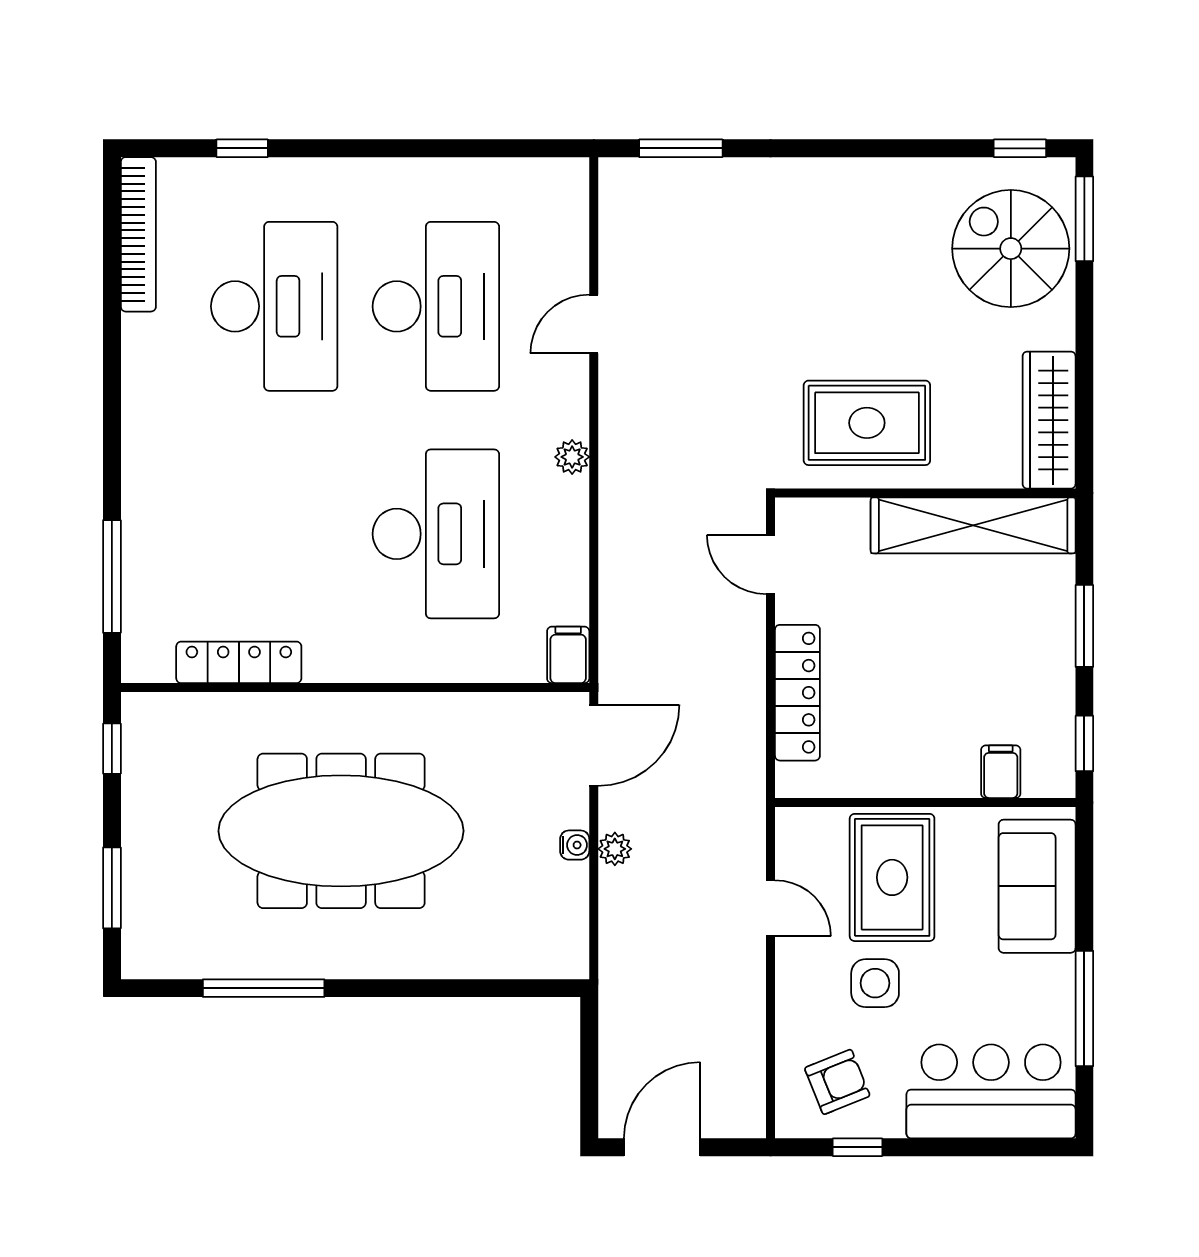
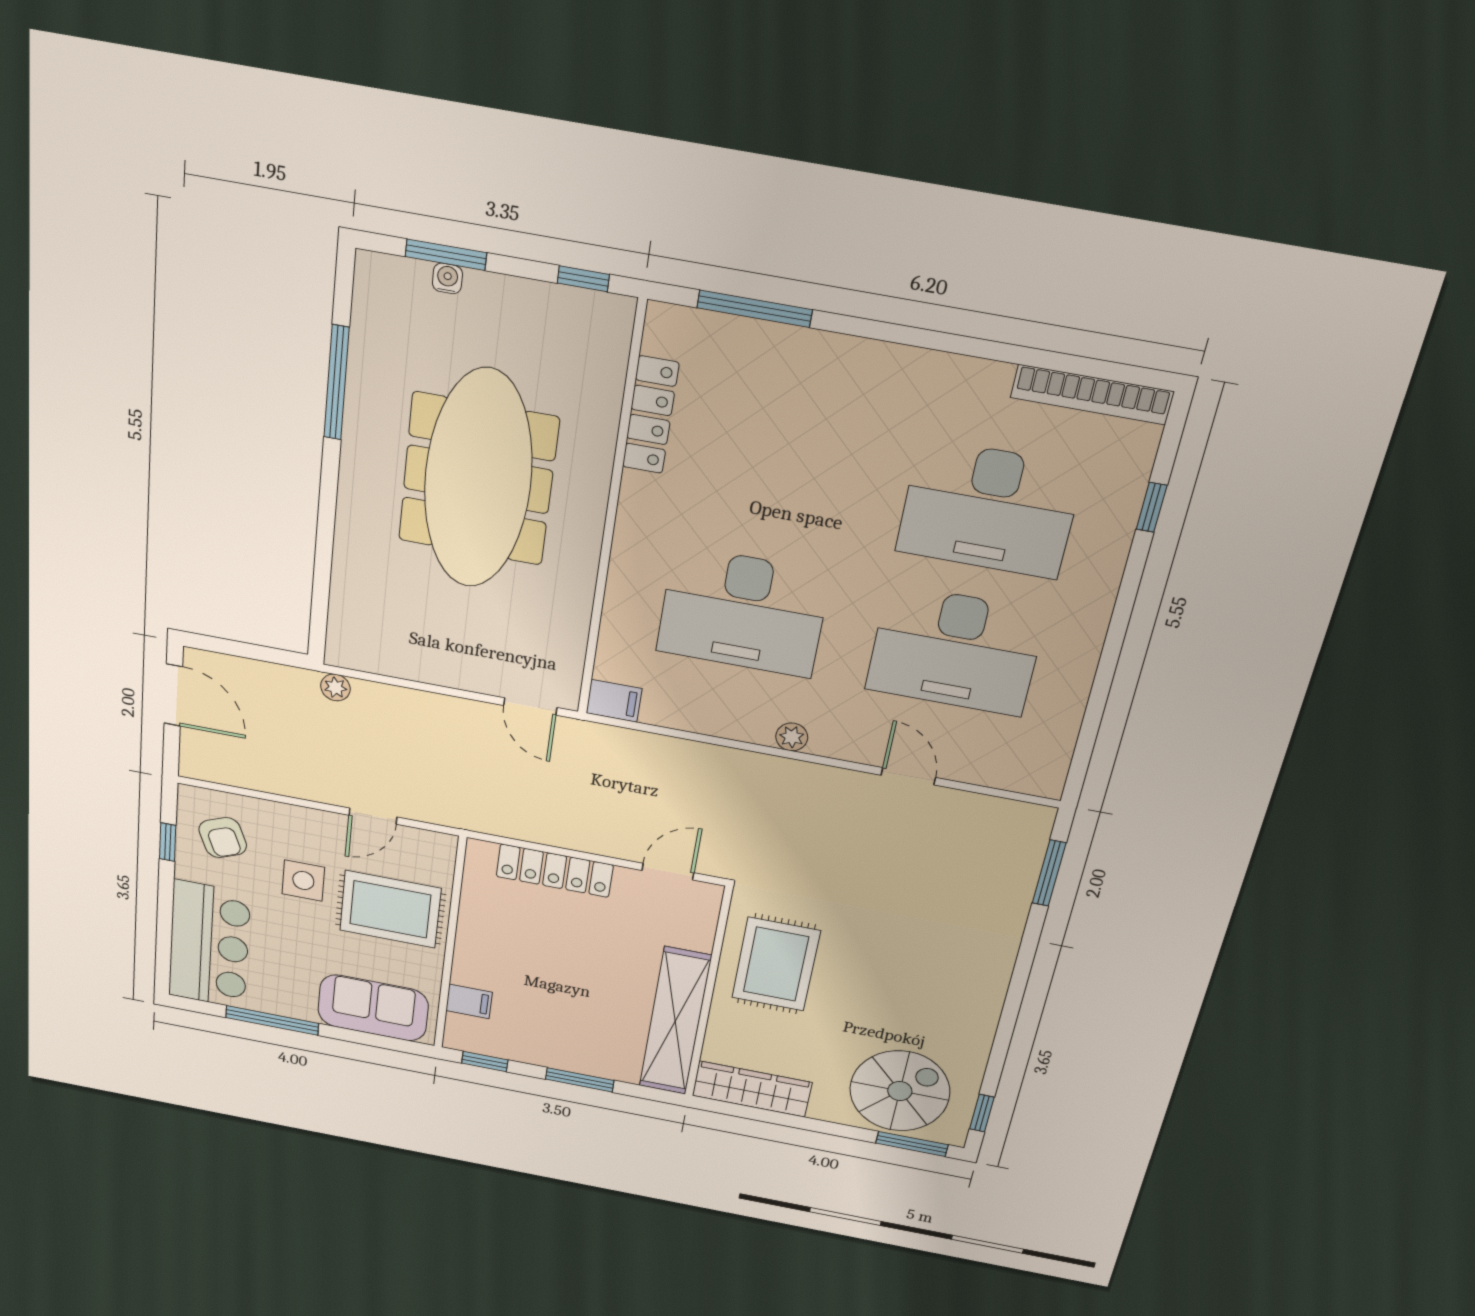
door: (594, 745) -> (530, 706), width x0.73
water cooler: (575, 845) -> (447, 278), moved, turned 180
plant: (615, 849) -> (335, 687), moved

